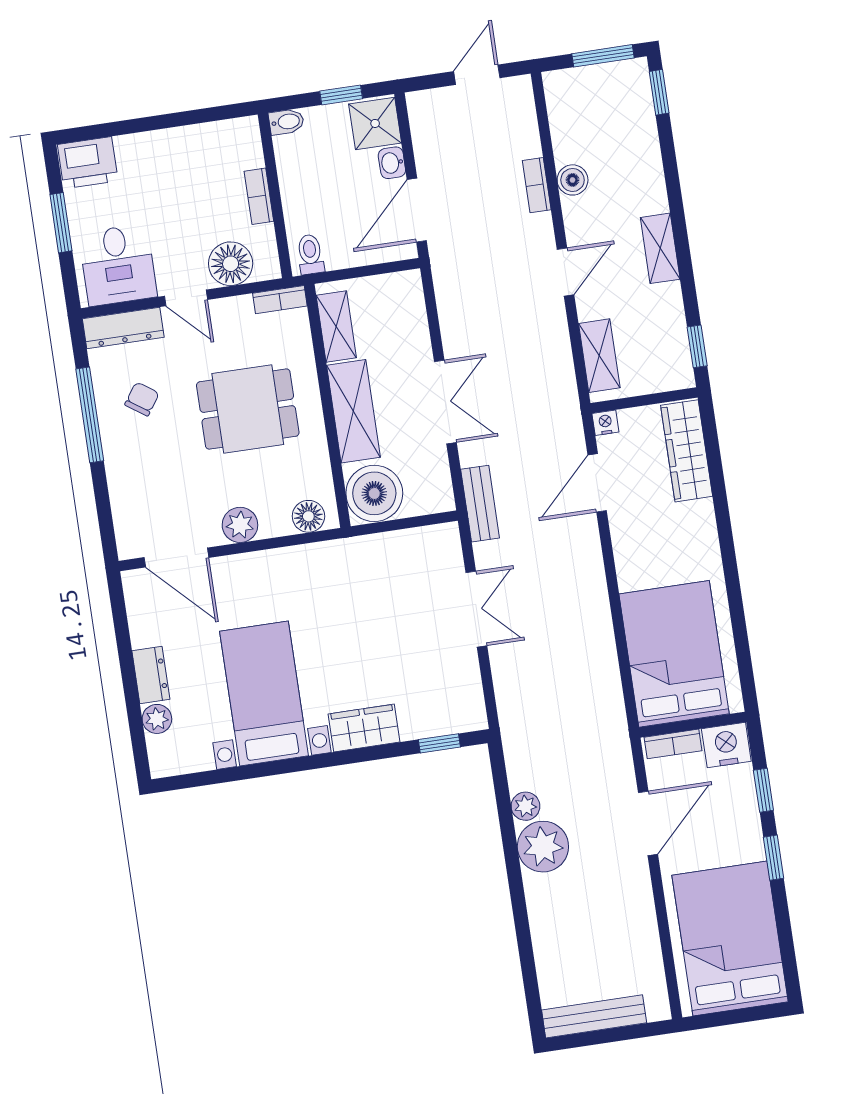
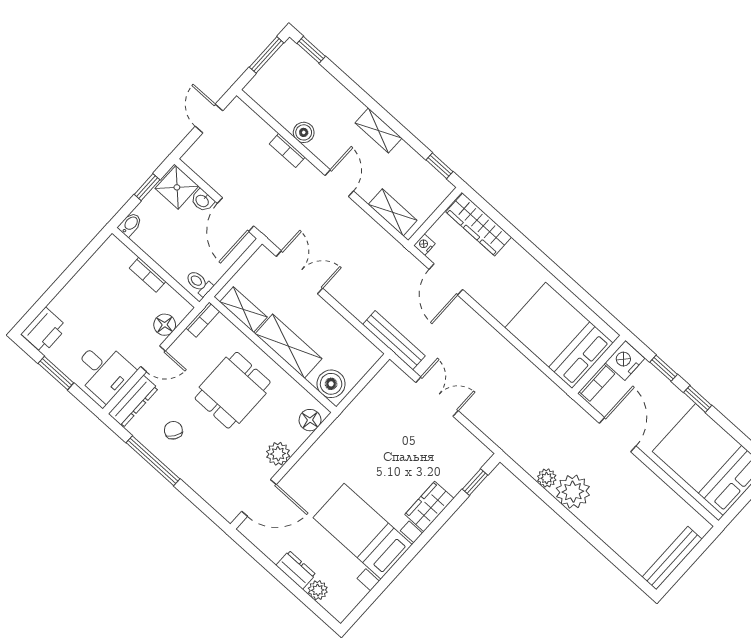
floor lamp: (231, 264) -> (165, 325), width x0.73, depth x0.73
double door: (445, 402) -> (299, 272), moved
boiler: (374, 493) -> (331, 384), width x0.73, depth x0.73
bench: (480, 504) -> (394, 340), width x1.36

